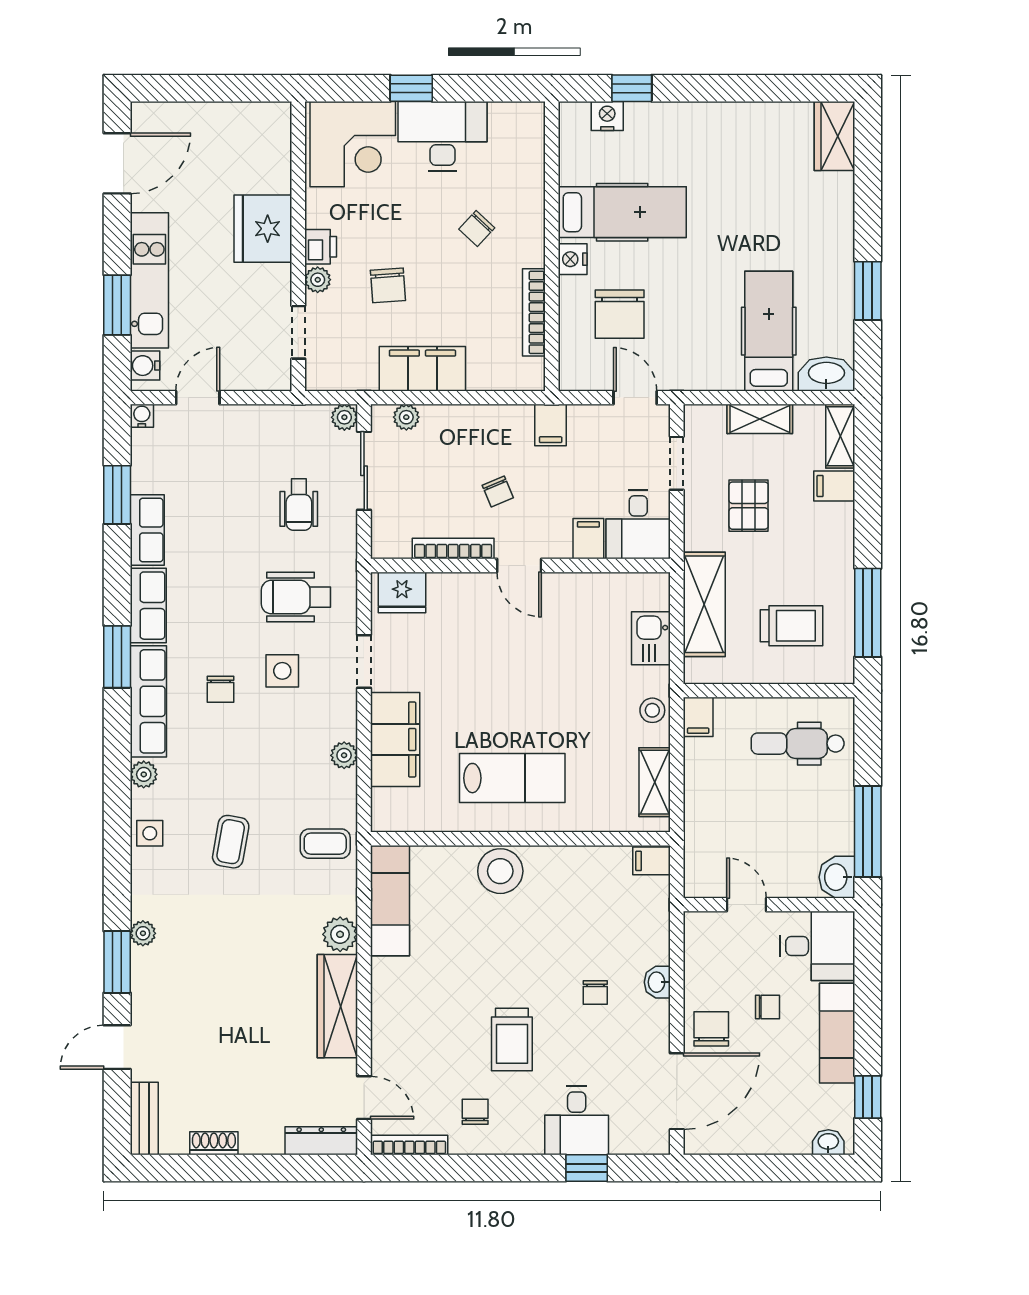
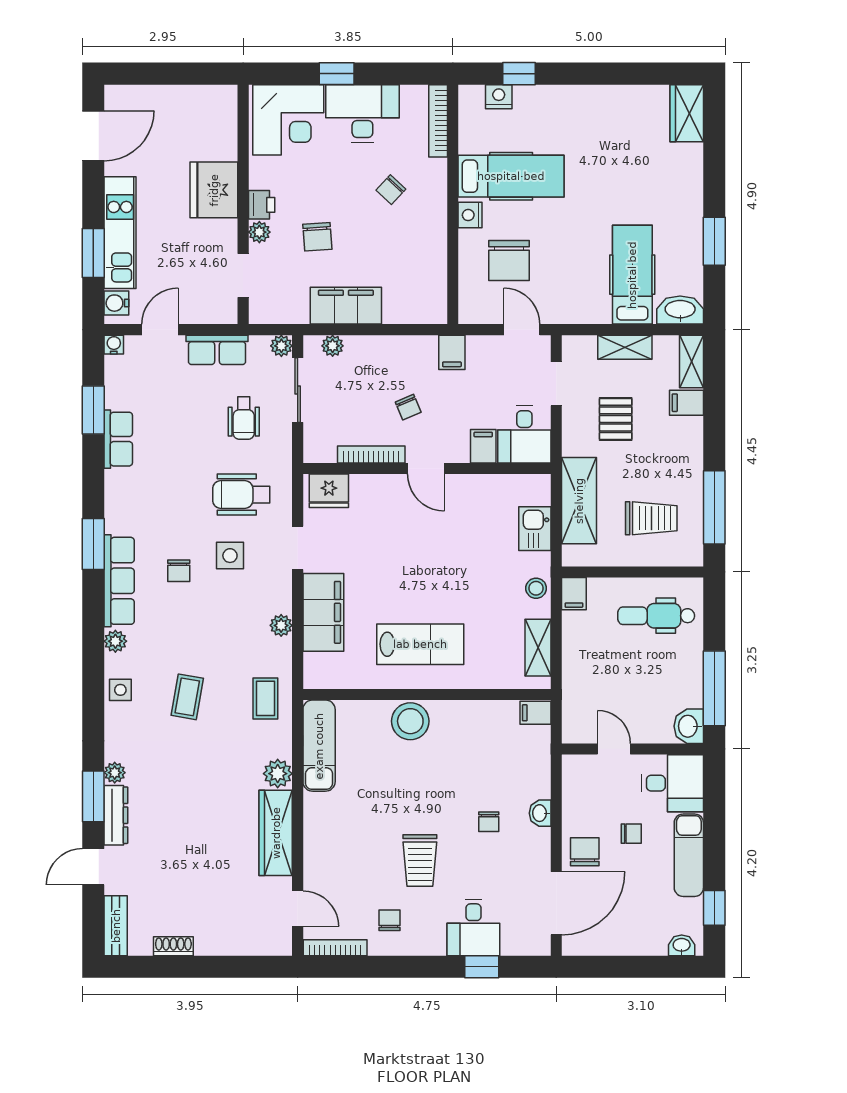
bookcase: (534, 312) -> (438, 121), moved
row of seats: (148, 606) -> (217, 350), moved, turned 90
coffee table: (325, 844) -> (265, 698), turned 90
dresser: (321, 1141) -> (116, 815), moved, turned 90

